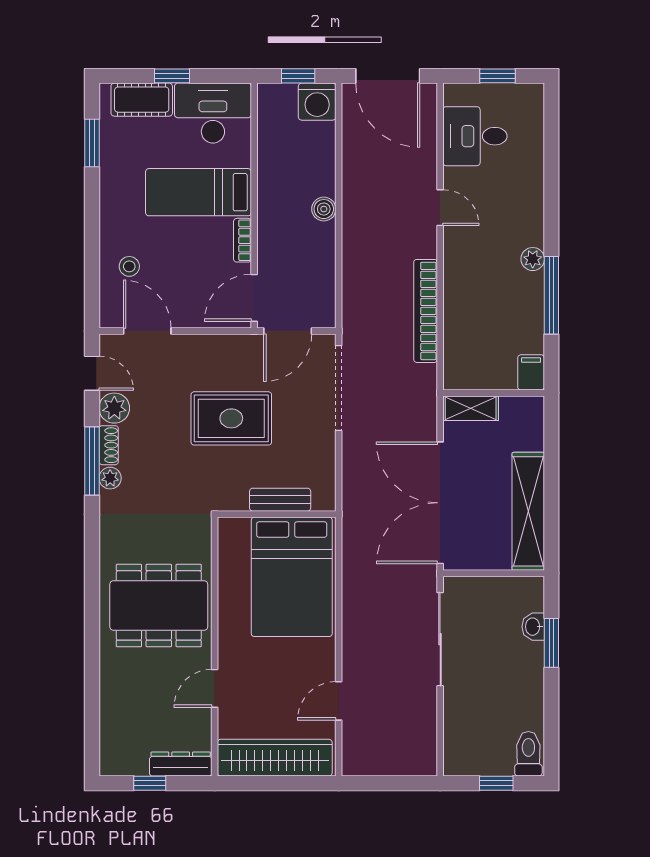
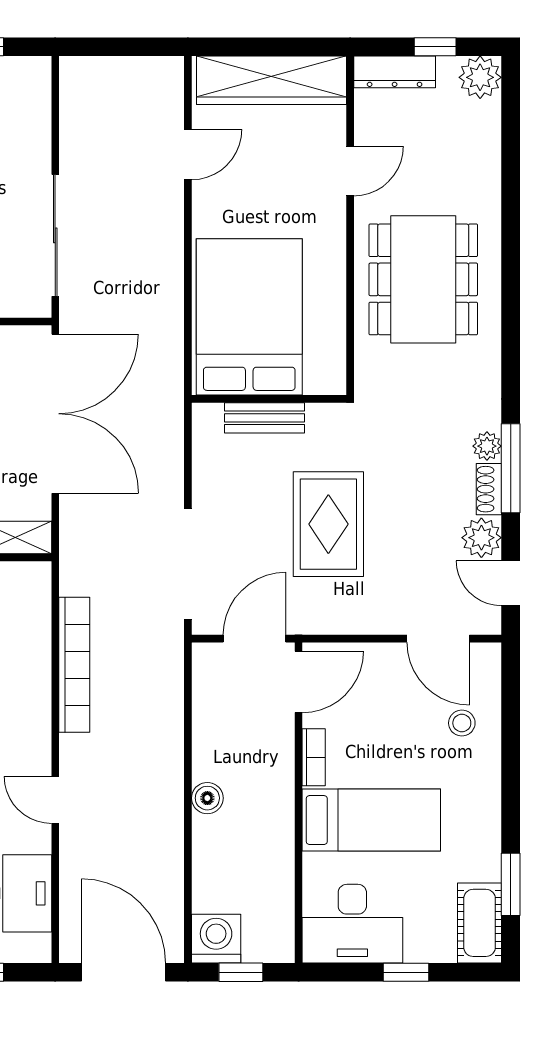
cot: (142, 100) -> (480, 923), moved, turned 90
rug: (231, 418) -> (328, 524), turned 90
dining table: (159, 605) -> (423, 279), turned 90
plant: (115, 760) -> (480, 77), added

